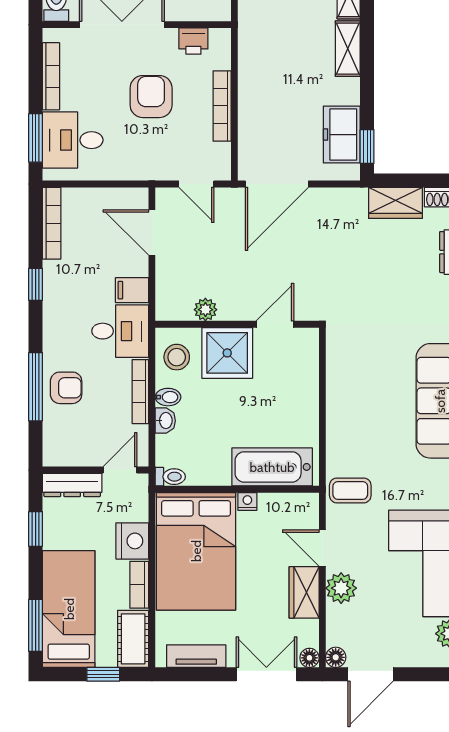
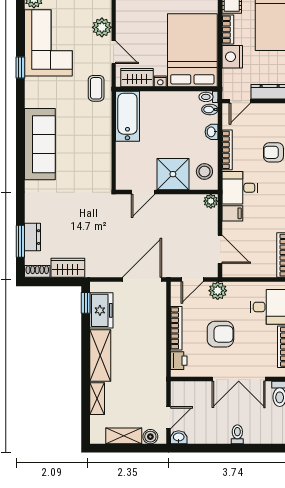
printer: (193, 41) -> (179, 361), moved, turned 90
shelving: (348, 49) -> (100, 355), width x1.50, depth x1.33
armchair: (151, 97) -> (220, 334), turned -90
plant: (155, 166) -> (218, 291), added
door: (196, 184) -> (192, 280), swing flipped
plant: (205, 310) -> (211, 201), moved
bidet: (168, 397) -> (210, 110), moved
bathtub: (272, 467) -> (127, 116), moved, turned -90
coffee table: (350, 490) -> (96, 88), turned 90
wardrobe: (304, 592) -> (137, 78), moved, turned -90

